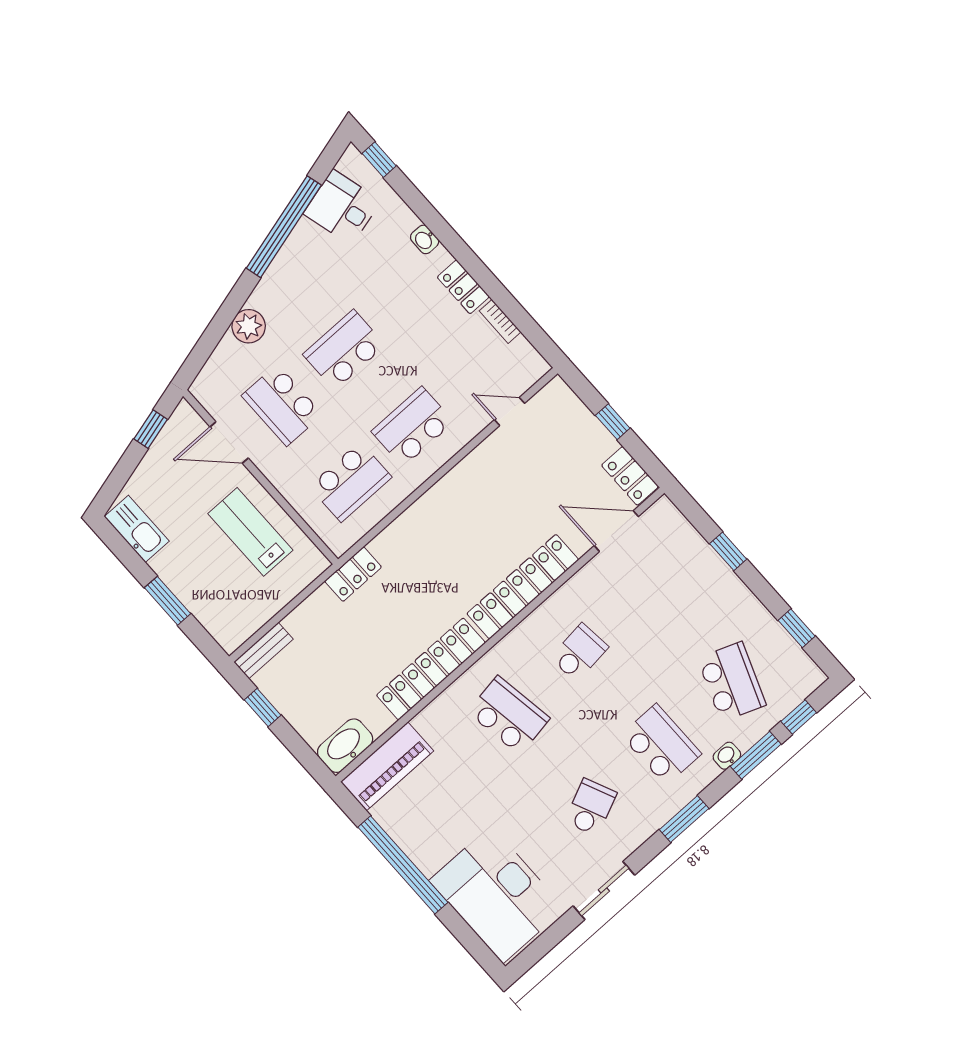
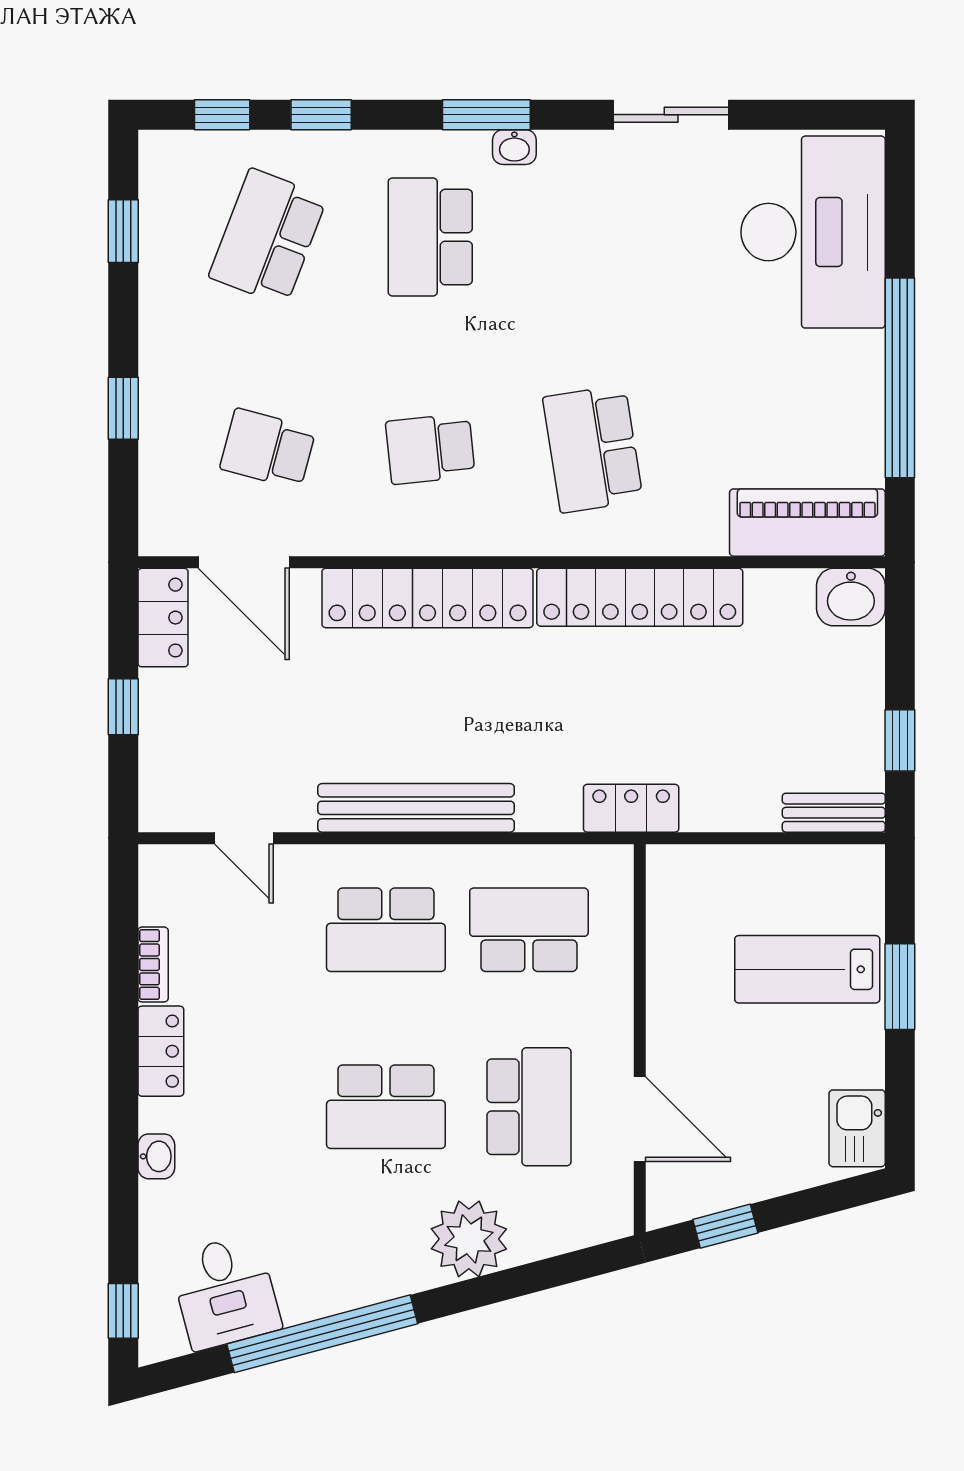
plant: (249, 326) -> (469, 1239), width x1.36, depth x1.36
bench: (447, 491) -> (416, 808), added
kitchen sink: (137, 529) -> (857, 1128), width x0.73
lab bench: (250, 532) -> (807, 969), moved, turned 90
washbasin: (345, 746) -> (851, 597), width x0.72
window: (756, 755) -> (321, 115), width x0.67
washbasin: (727, 756) -> (514, 147), moved
school desk: (591, 807) -> (268, 449), moved, turned 39

